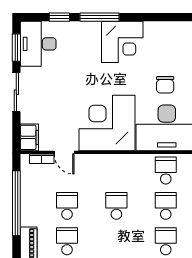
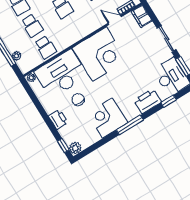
window: (100, 17) -> (130, 125), moved
printer: (84, 33) -> (147, 101), added
corner desk: (122, 42) -> (107, 118), moved

